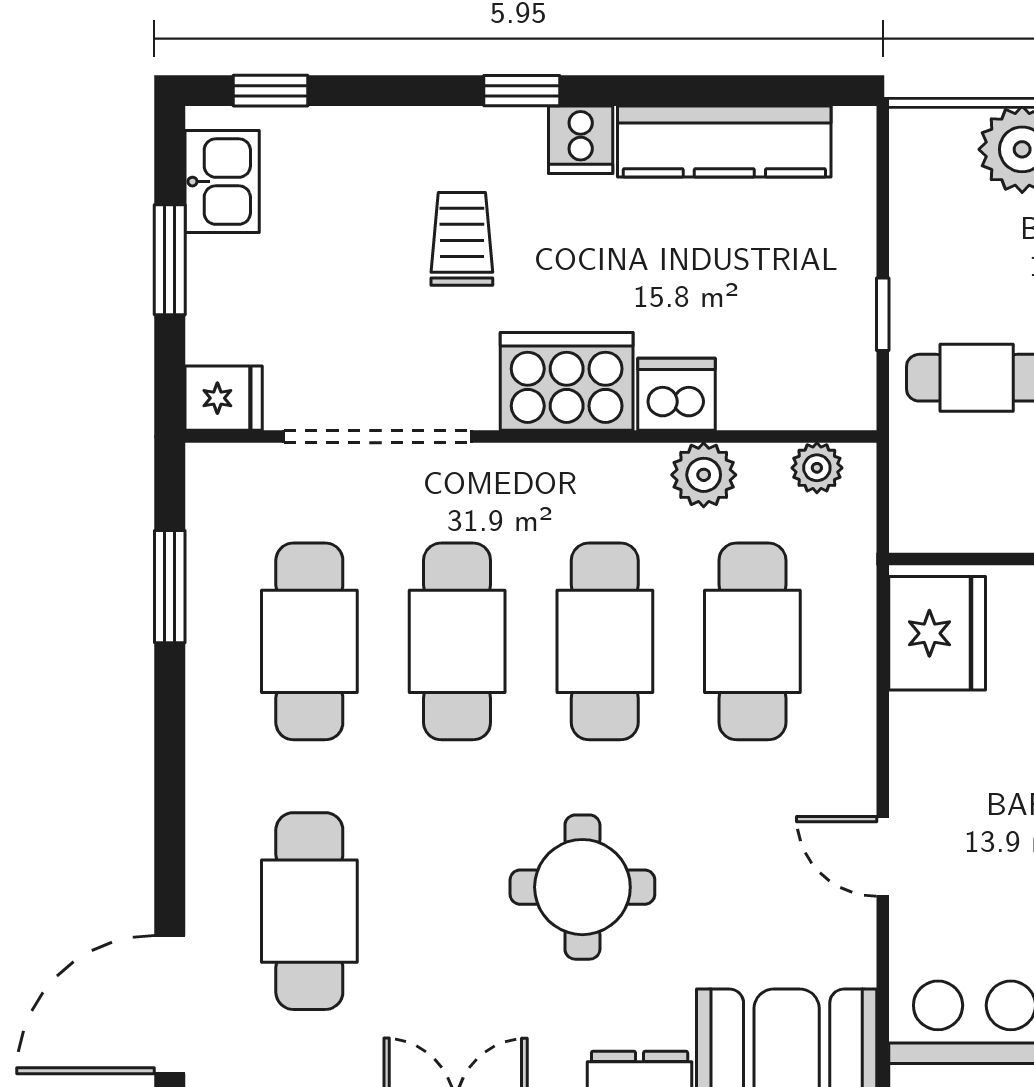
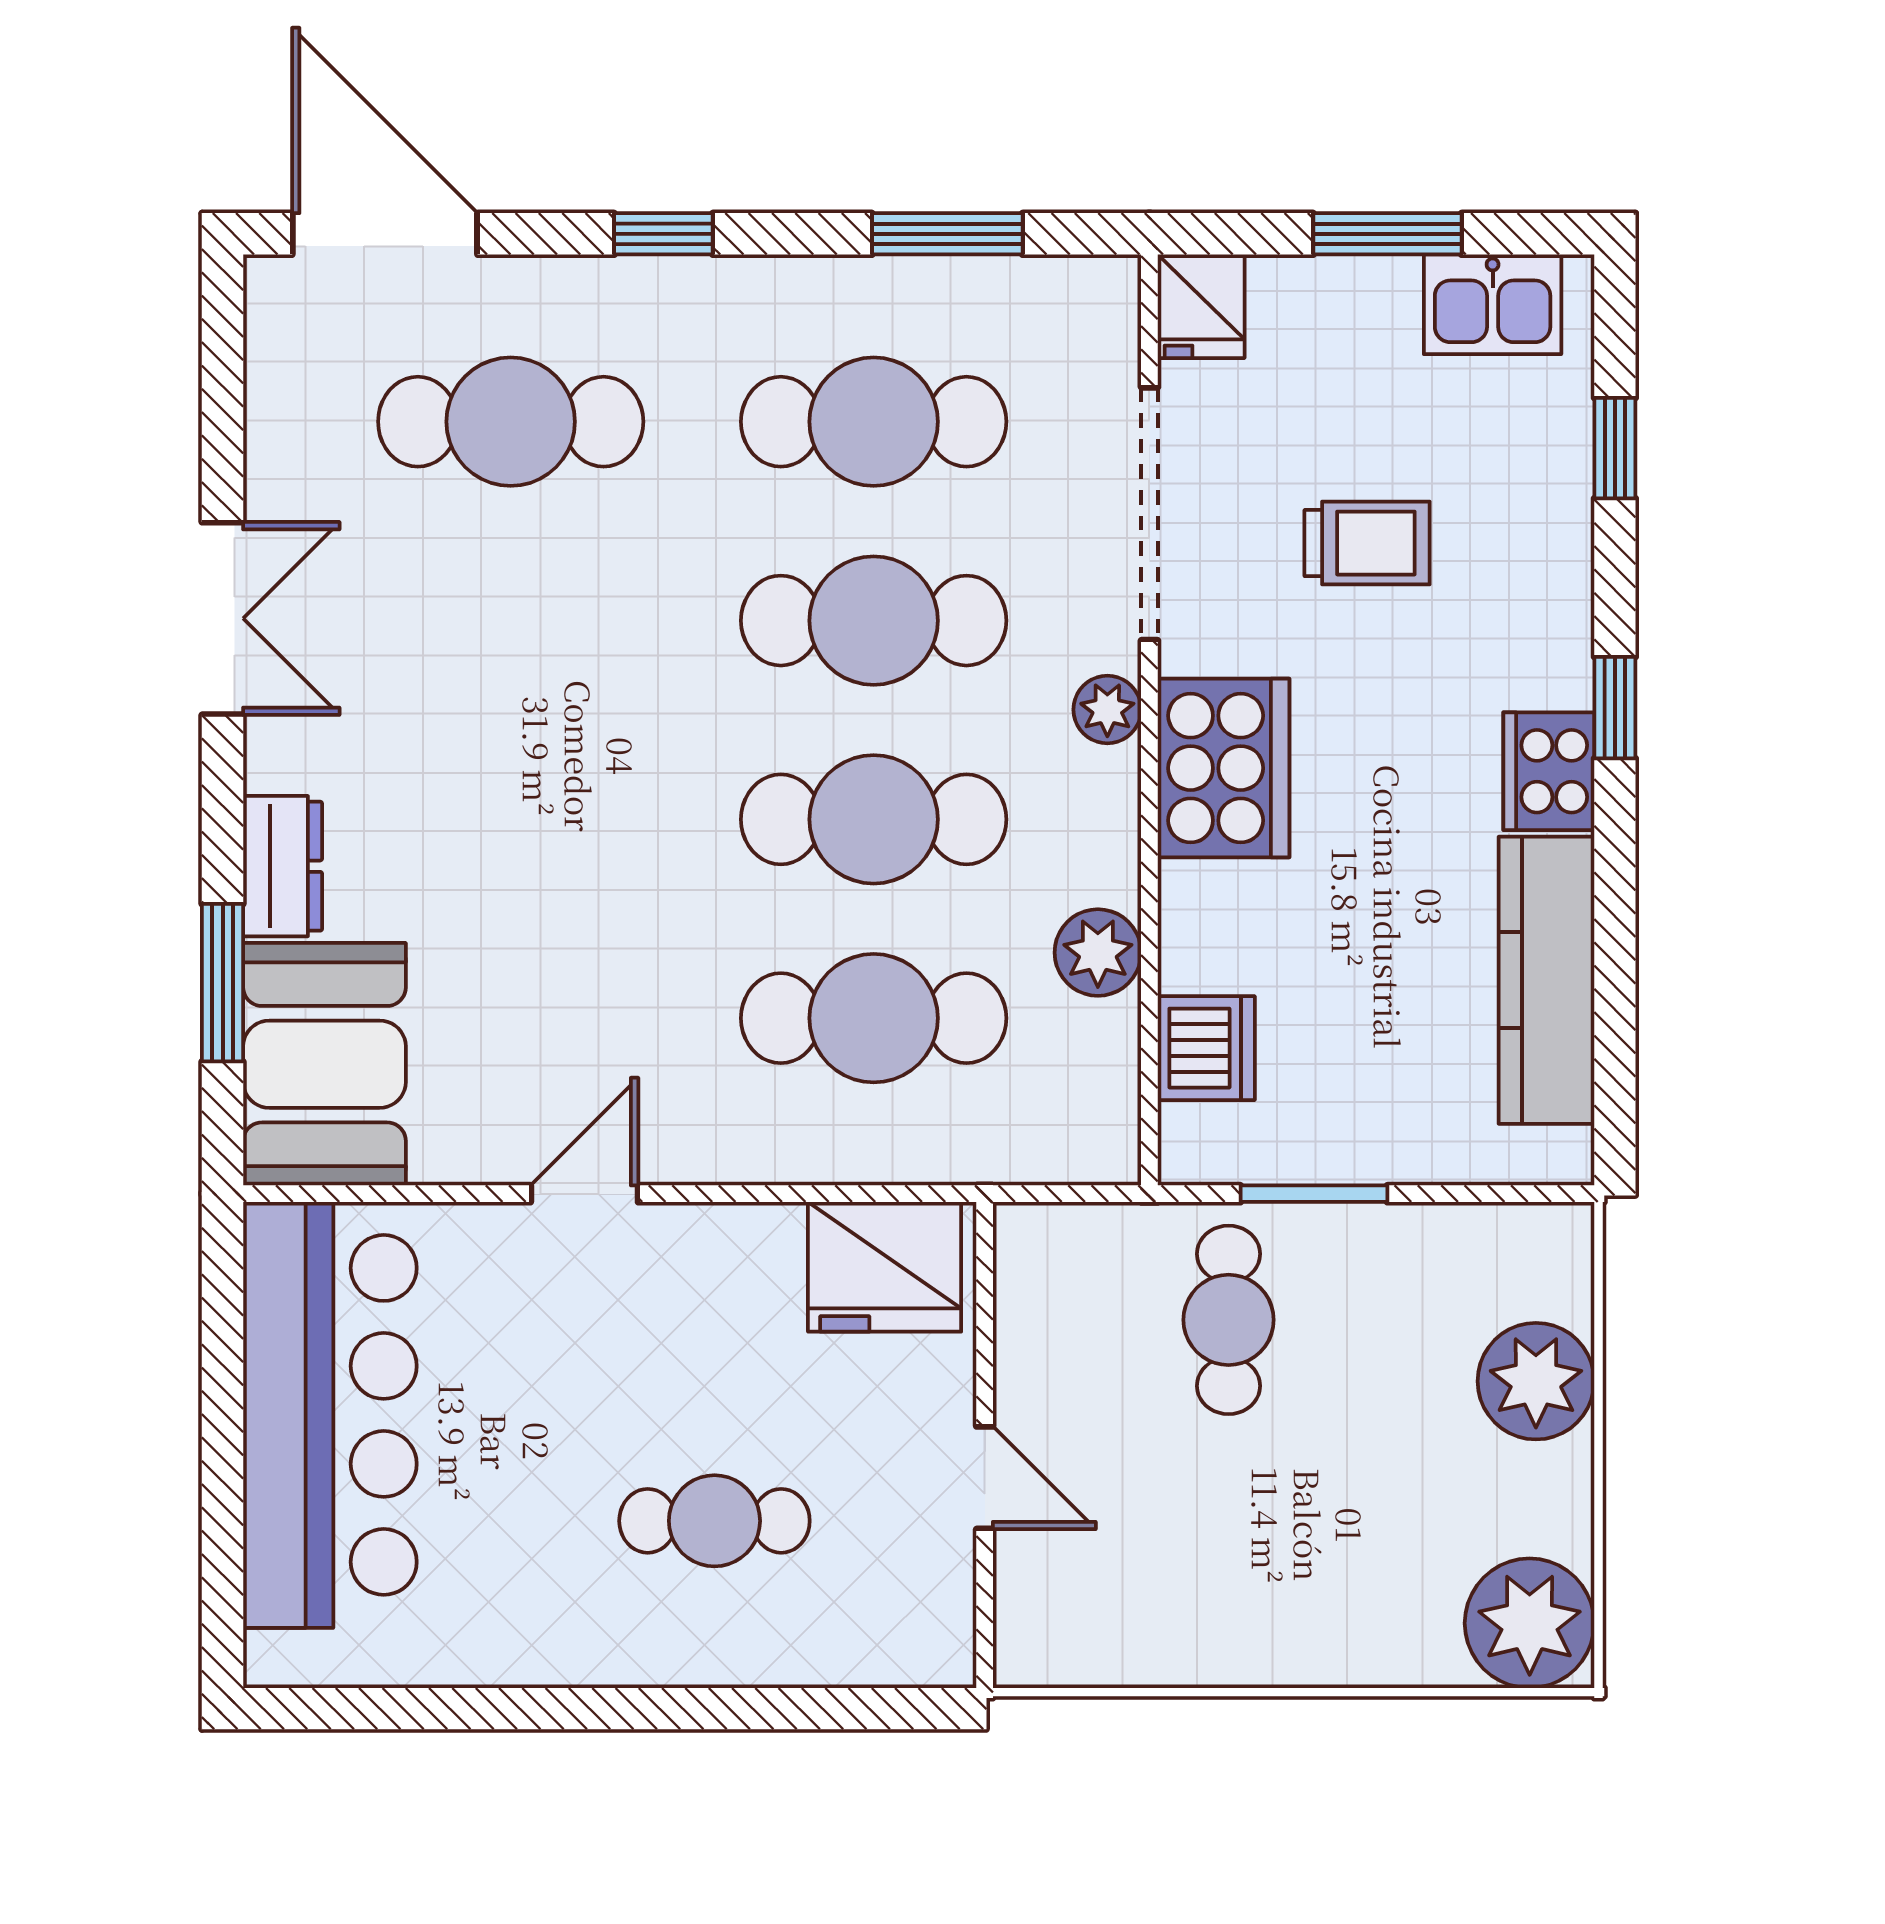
window: (270, 91) -> (1615, 448), moved
cooker: (581, 140) -> (1549, 771), width x1.36
trolley: (462, 239) -> (1367, 543), moved
window: (883, 314) -> (1314, 1194), width x1.50
dishwasher: (676, 394) -> (1206, 1048), moved
plant: (817, 468) -> (1107, 710), moved
window: (170, 798) -> (663, 234), added
round table: (582, 887) -> (543, 789), removed

